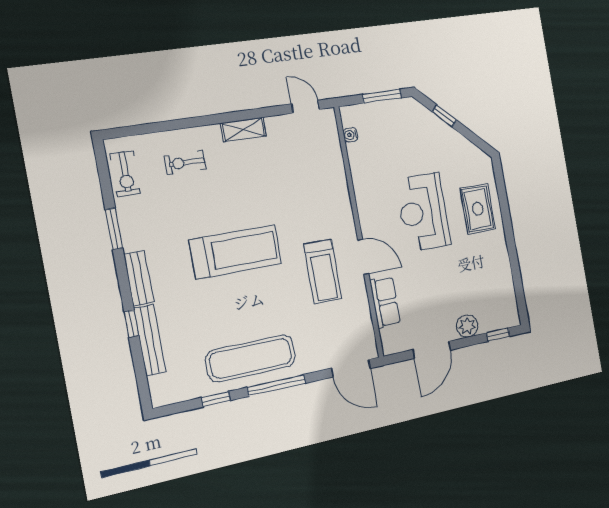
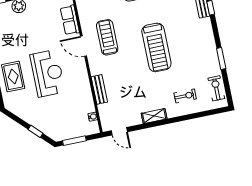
treadmill: (236, 252) -> (156, 47), turned -90
bench: (139, 278) -> (99, 89), moved

